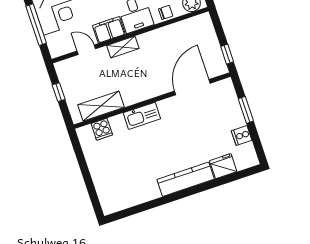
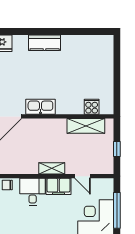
kitchen sink: (142, 116) -> (40, 107), moved
kitchen counter: (186, 179) -> (45, 43), width x0.67

